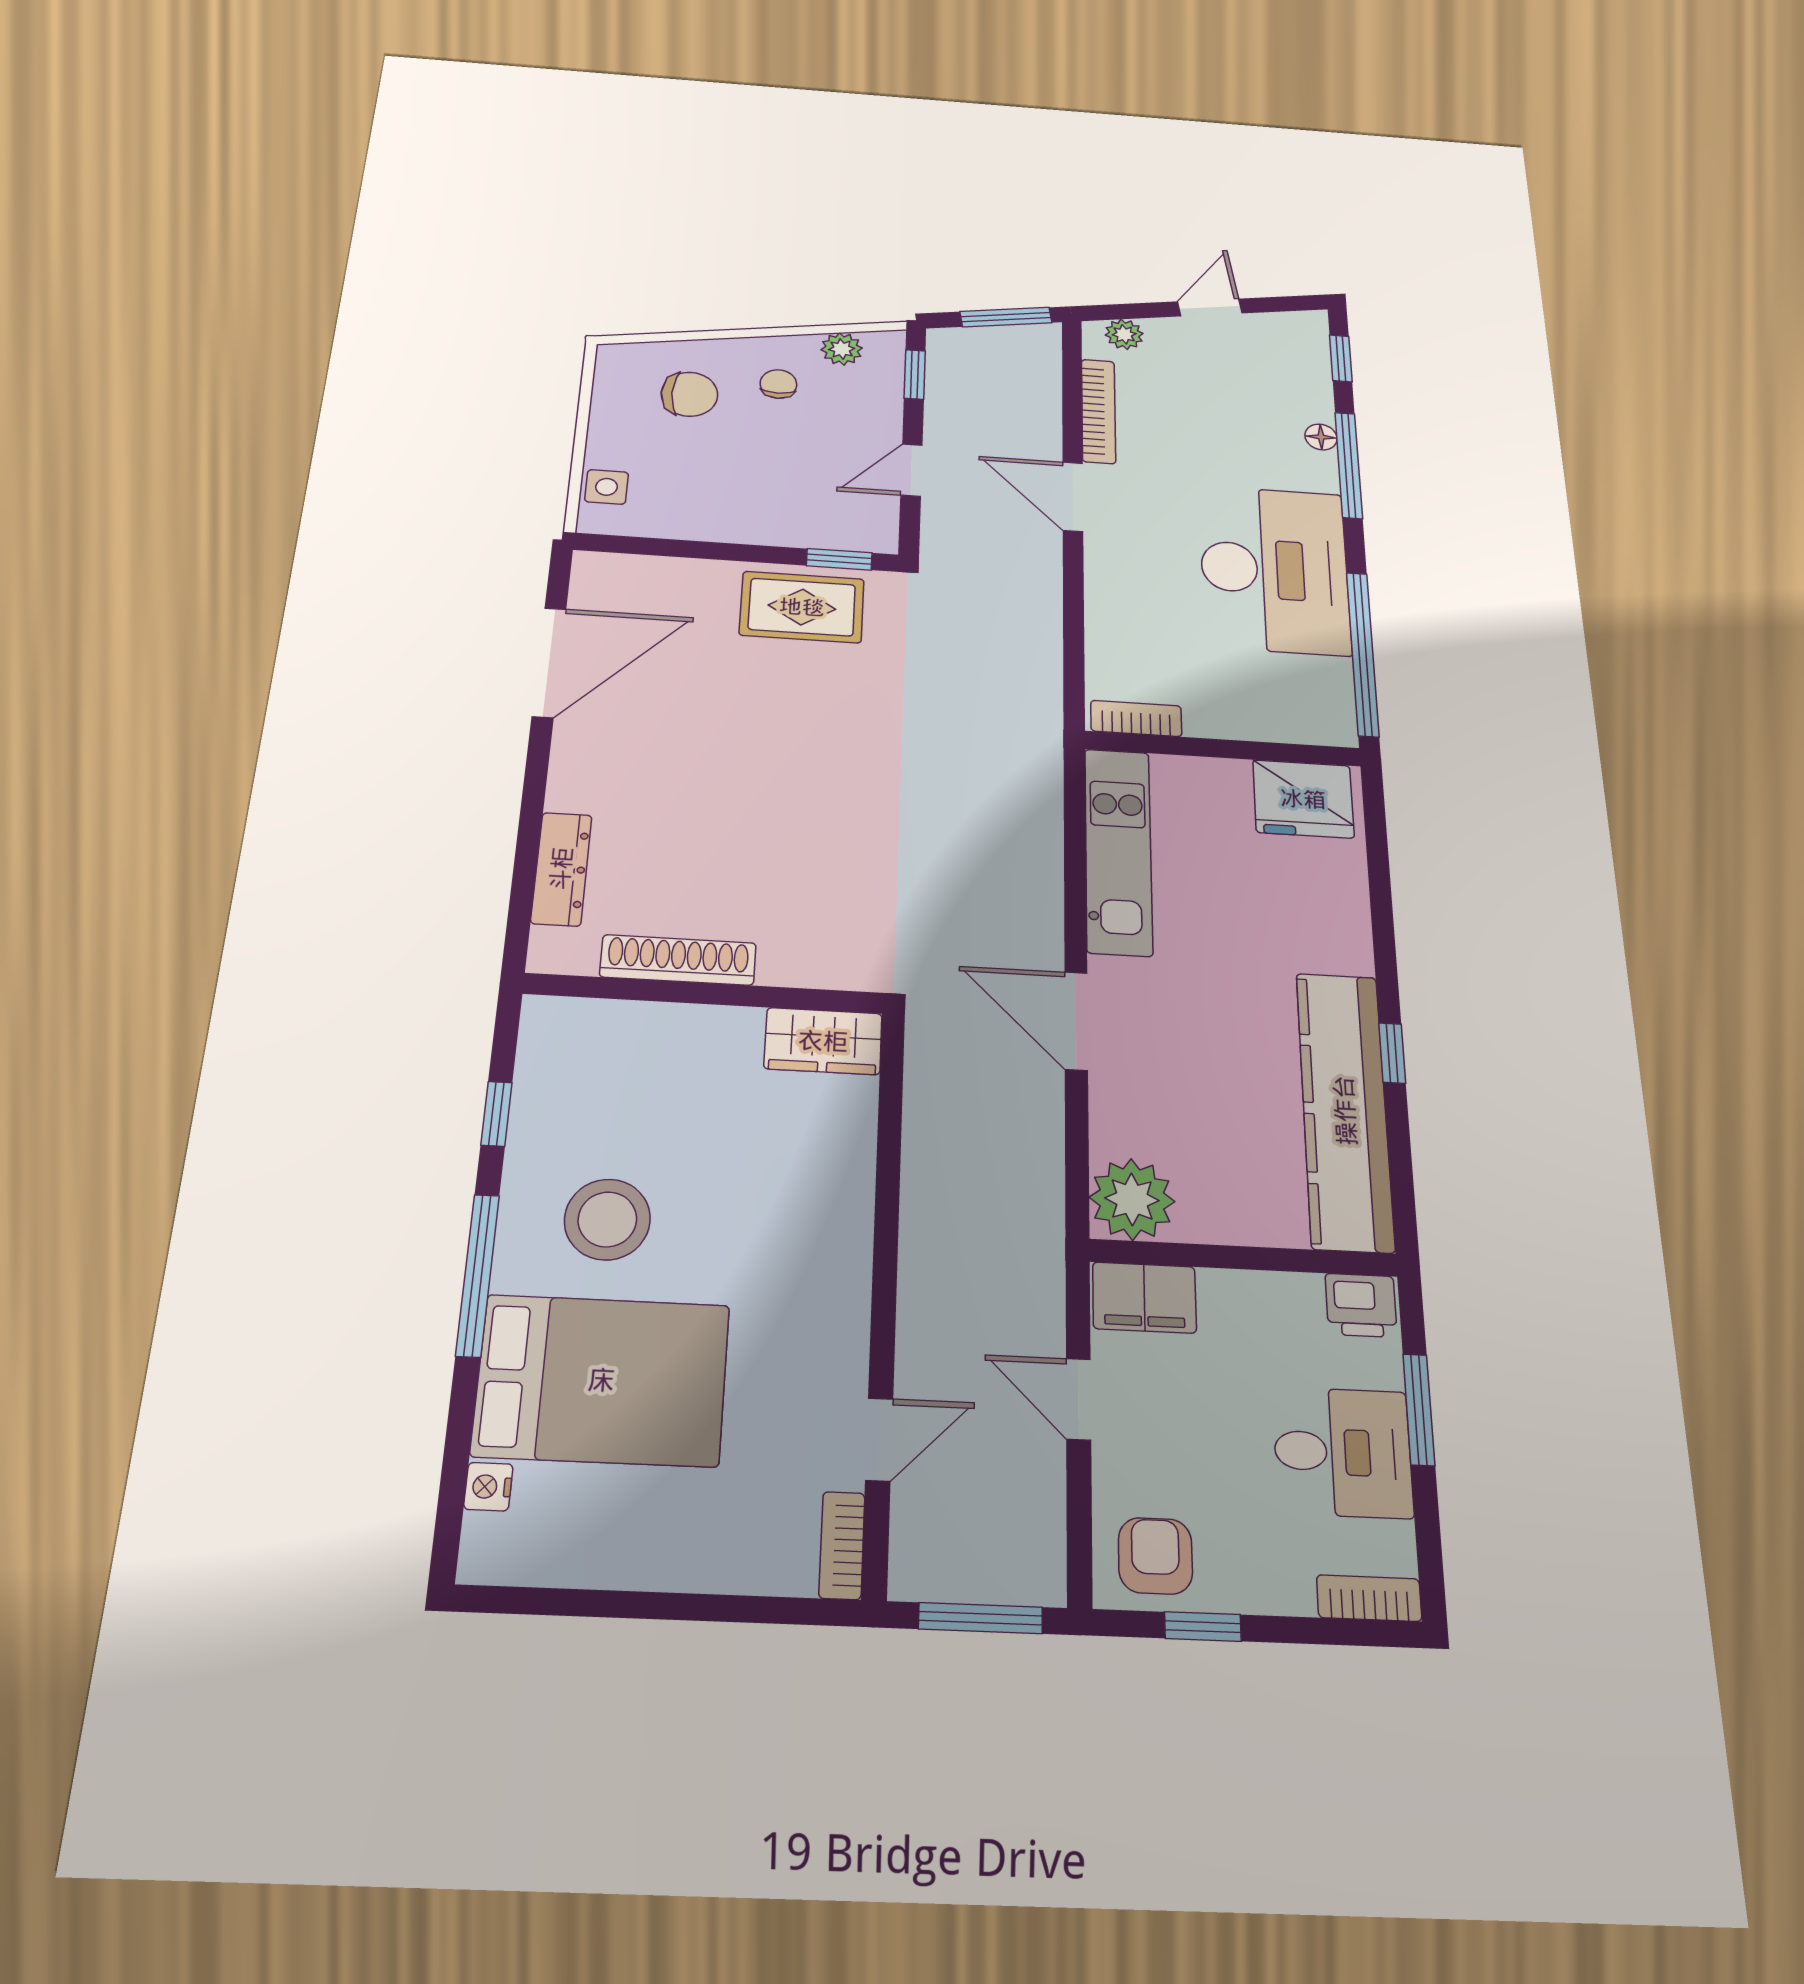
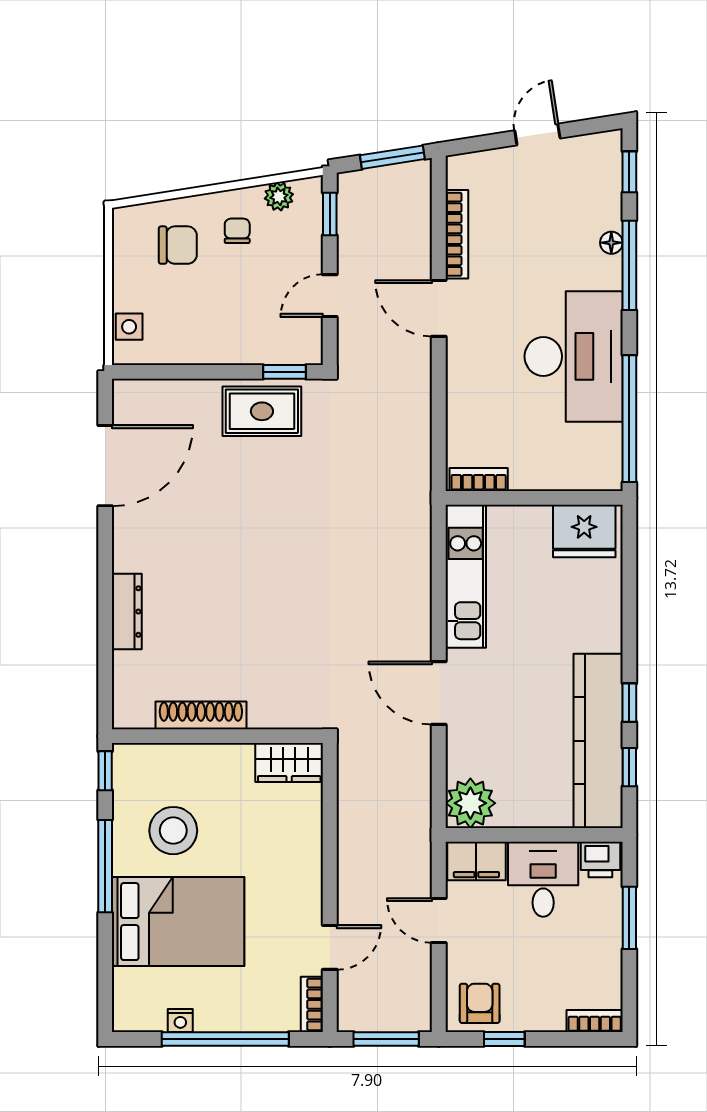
plant: (1124, 334) -> (476, 165), removed
shoe rack: (678, 960) -> (201, 715), moved
wall: (704, 993) -> (217, 736), moved
wardrobe: (823, 1041) -> (289, 763), moved
window: (1400, 1154) -> (629, 767), added
desk: (1343, 1452) -> (543, 879), moved, turned -90
nightstand: (488, 1487) -> (180, 1021), moved, turned -90
window: (673, 1606) -> (225, 1039), added

